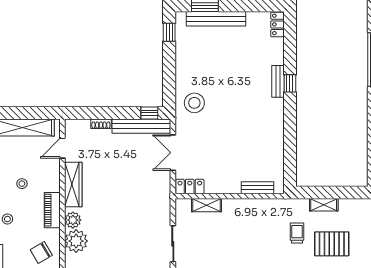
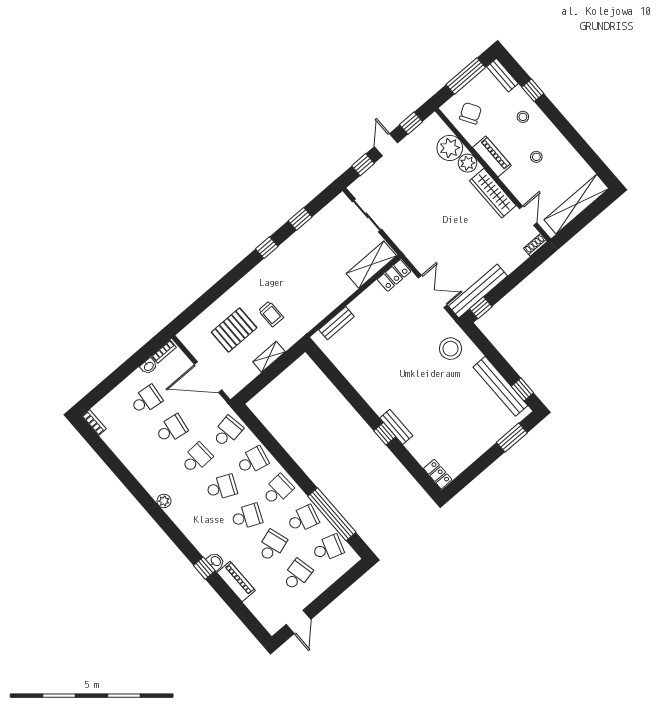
bench: (216, 19) -> (500, 386), moved, turned 90
shoe rack: (101, 124) -> (535, 245), moved
shelving: (206, 205) -> (371, 265), width x1.50, depth x1.33

